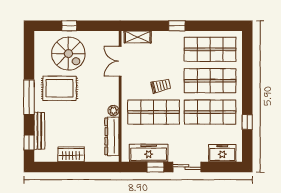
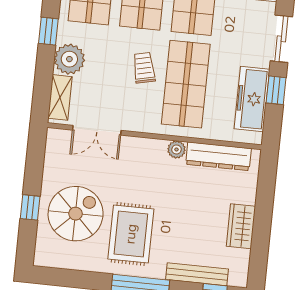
plant: (161, 40) -> (69, 59), added

